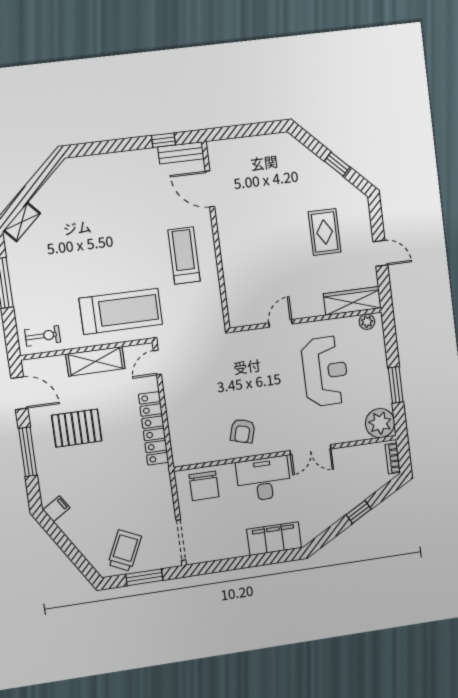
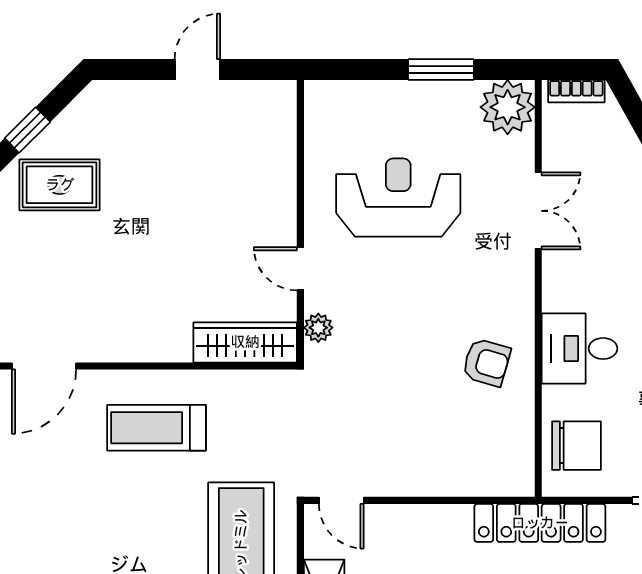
rug: (325, 232) -> (60, 185), moved
wardrobe: (352, 301) -> (245, 342), moved, turned 90
plant: (367, 322) -> (318, 328), moved
locker: (154, 428) -> (540, 523), moved
double door: (311, 450) -> (538, 211), moved
desk: (263, 479) -> (580, 349), width x0.73

